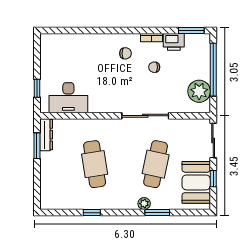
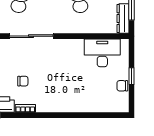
chair: (125, 53) -> (122, 86), moved
window: (37, 88) -> (131, 76), moved

